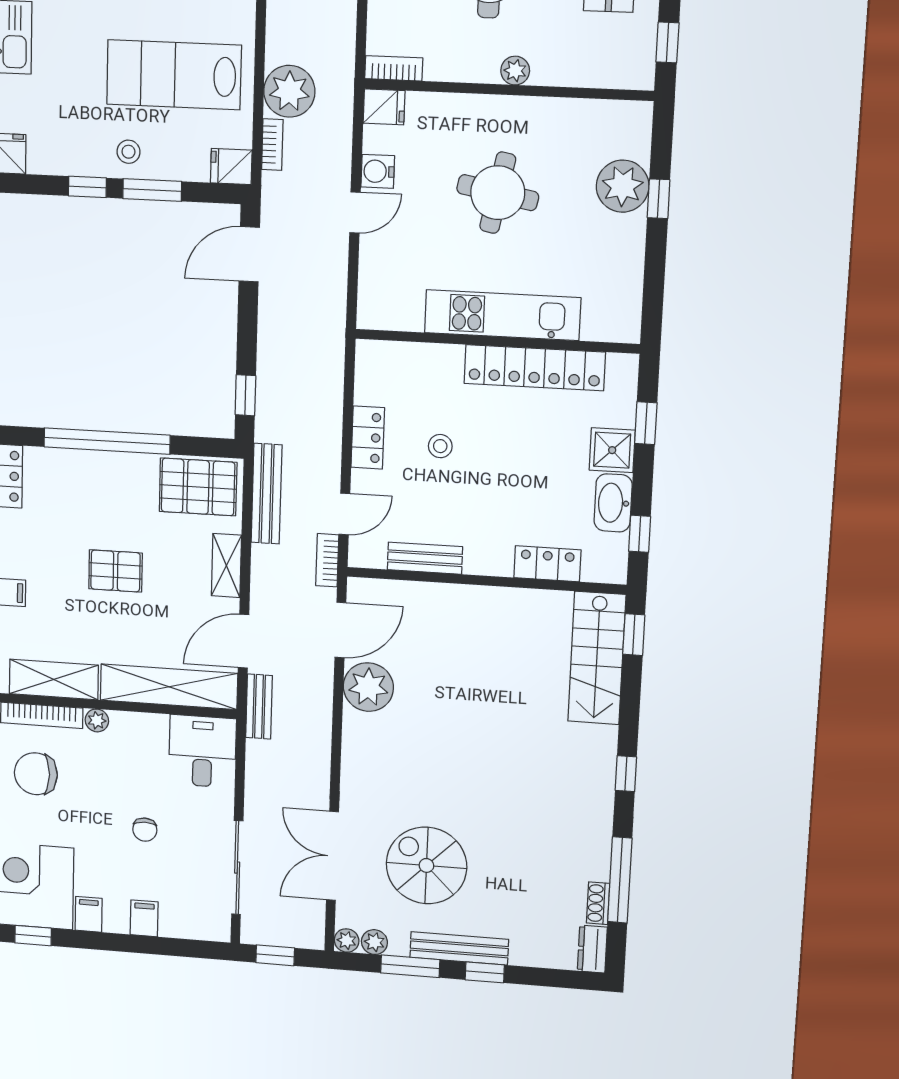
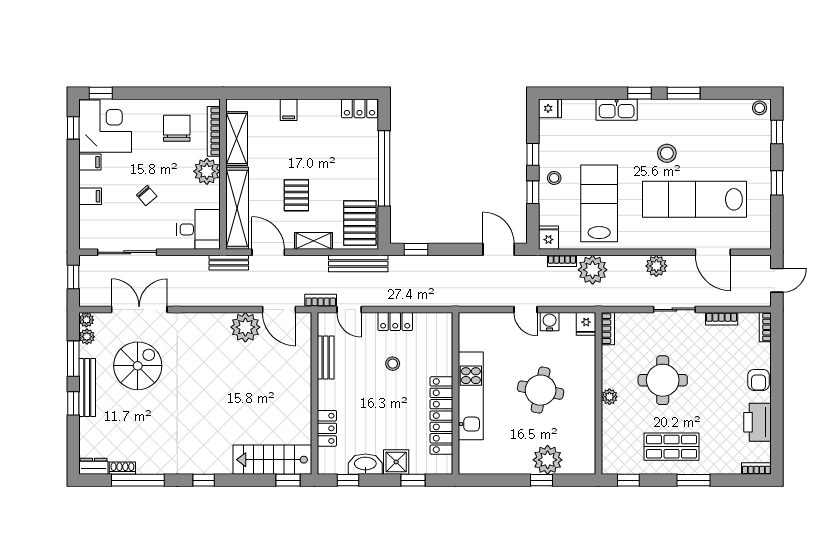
window: (152, 190) -> (533, 192), width x0.67
pallet: (115, 571) -> (296, 195), moved
plant: (97, 720) -> (207, 171), width x1.88, depth x1.88
chair: (145, 830) -> (147, 196), turned -131

